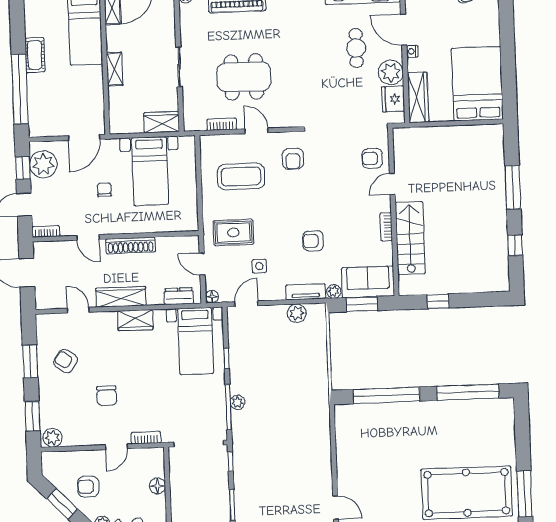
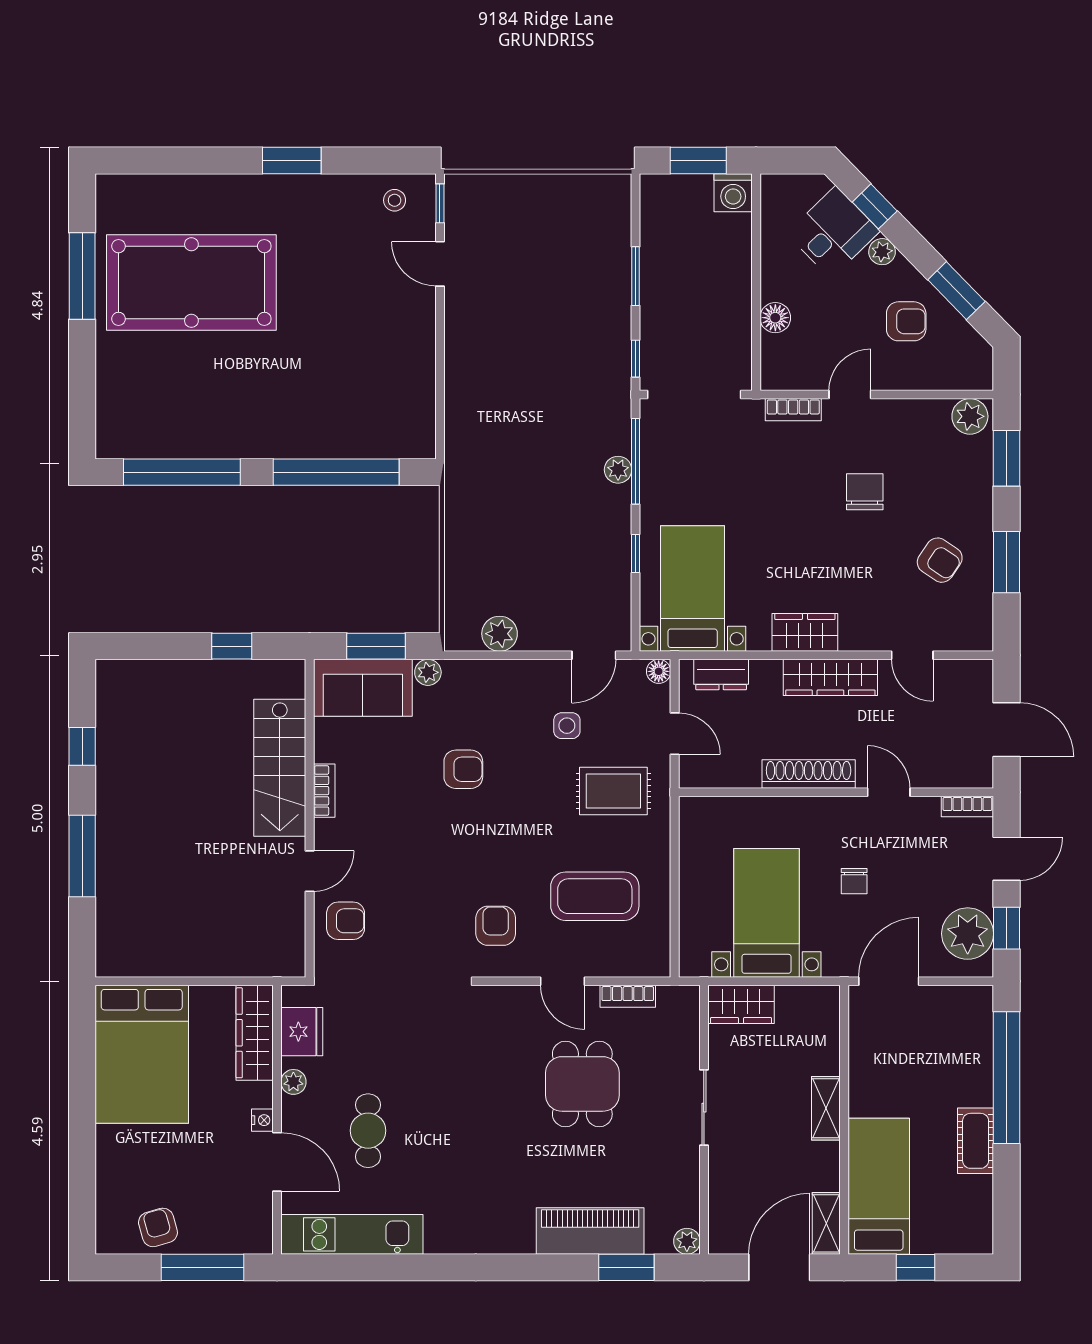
plant: (391, 72) -> (293, 1082), width x0.53, depth x0.53
dining table: (244, 77) -> (582, 1084), width x0.73
tv unit: (306, 292) -> (481, 674), removed

